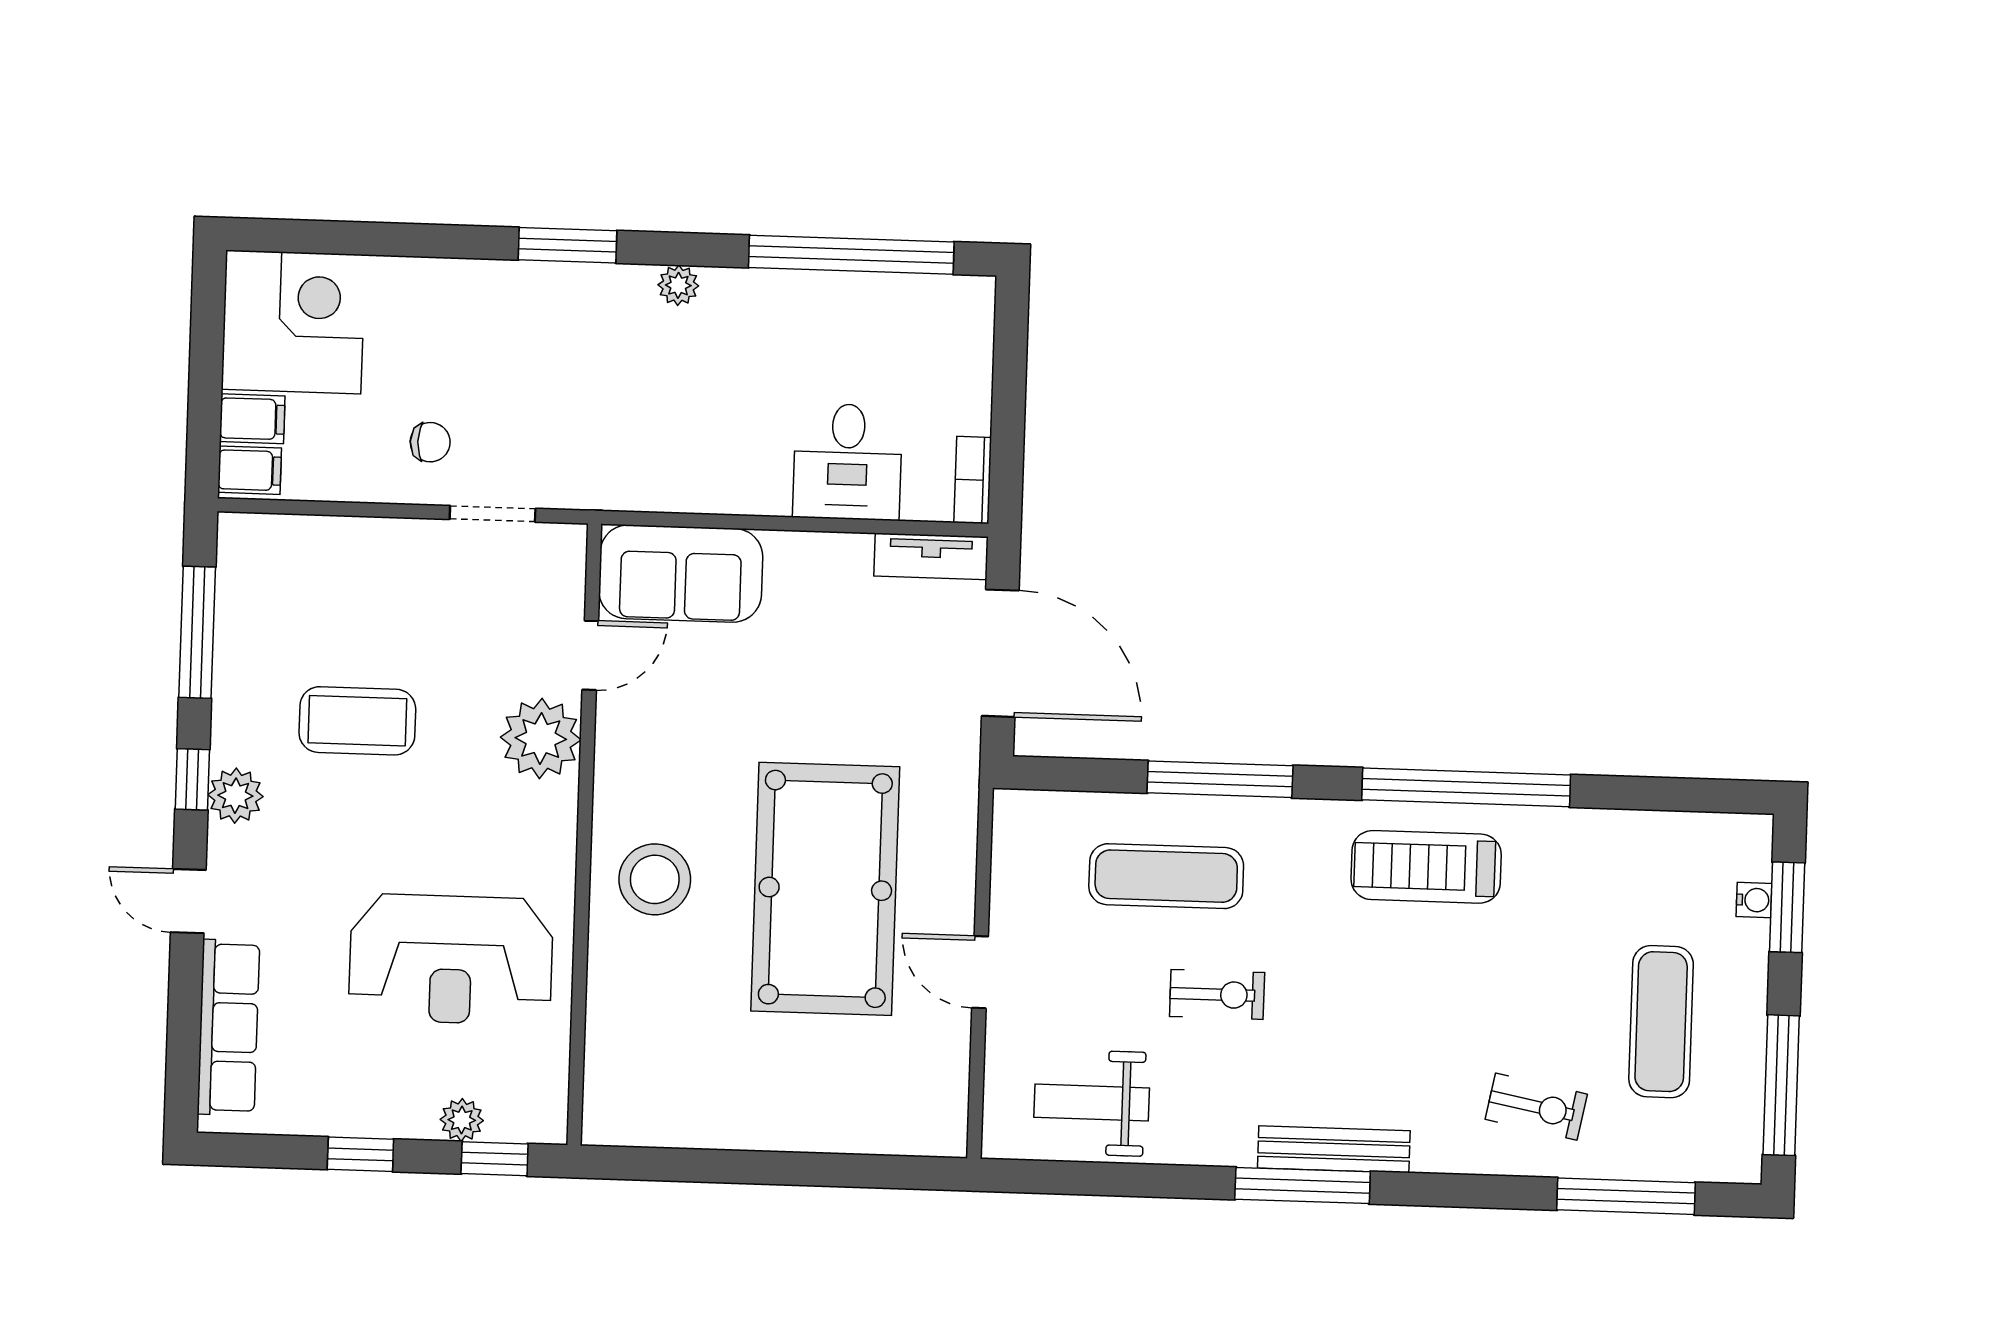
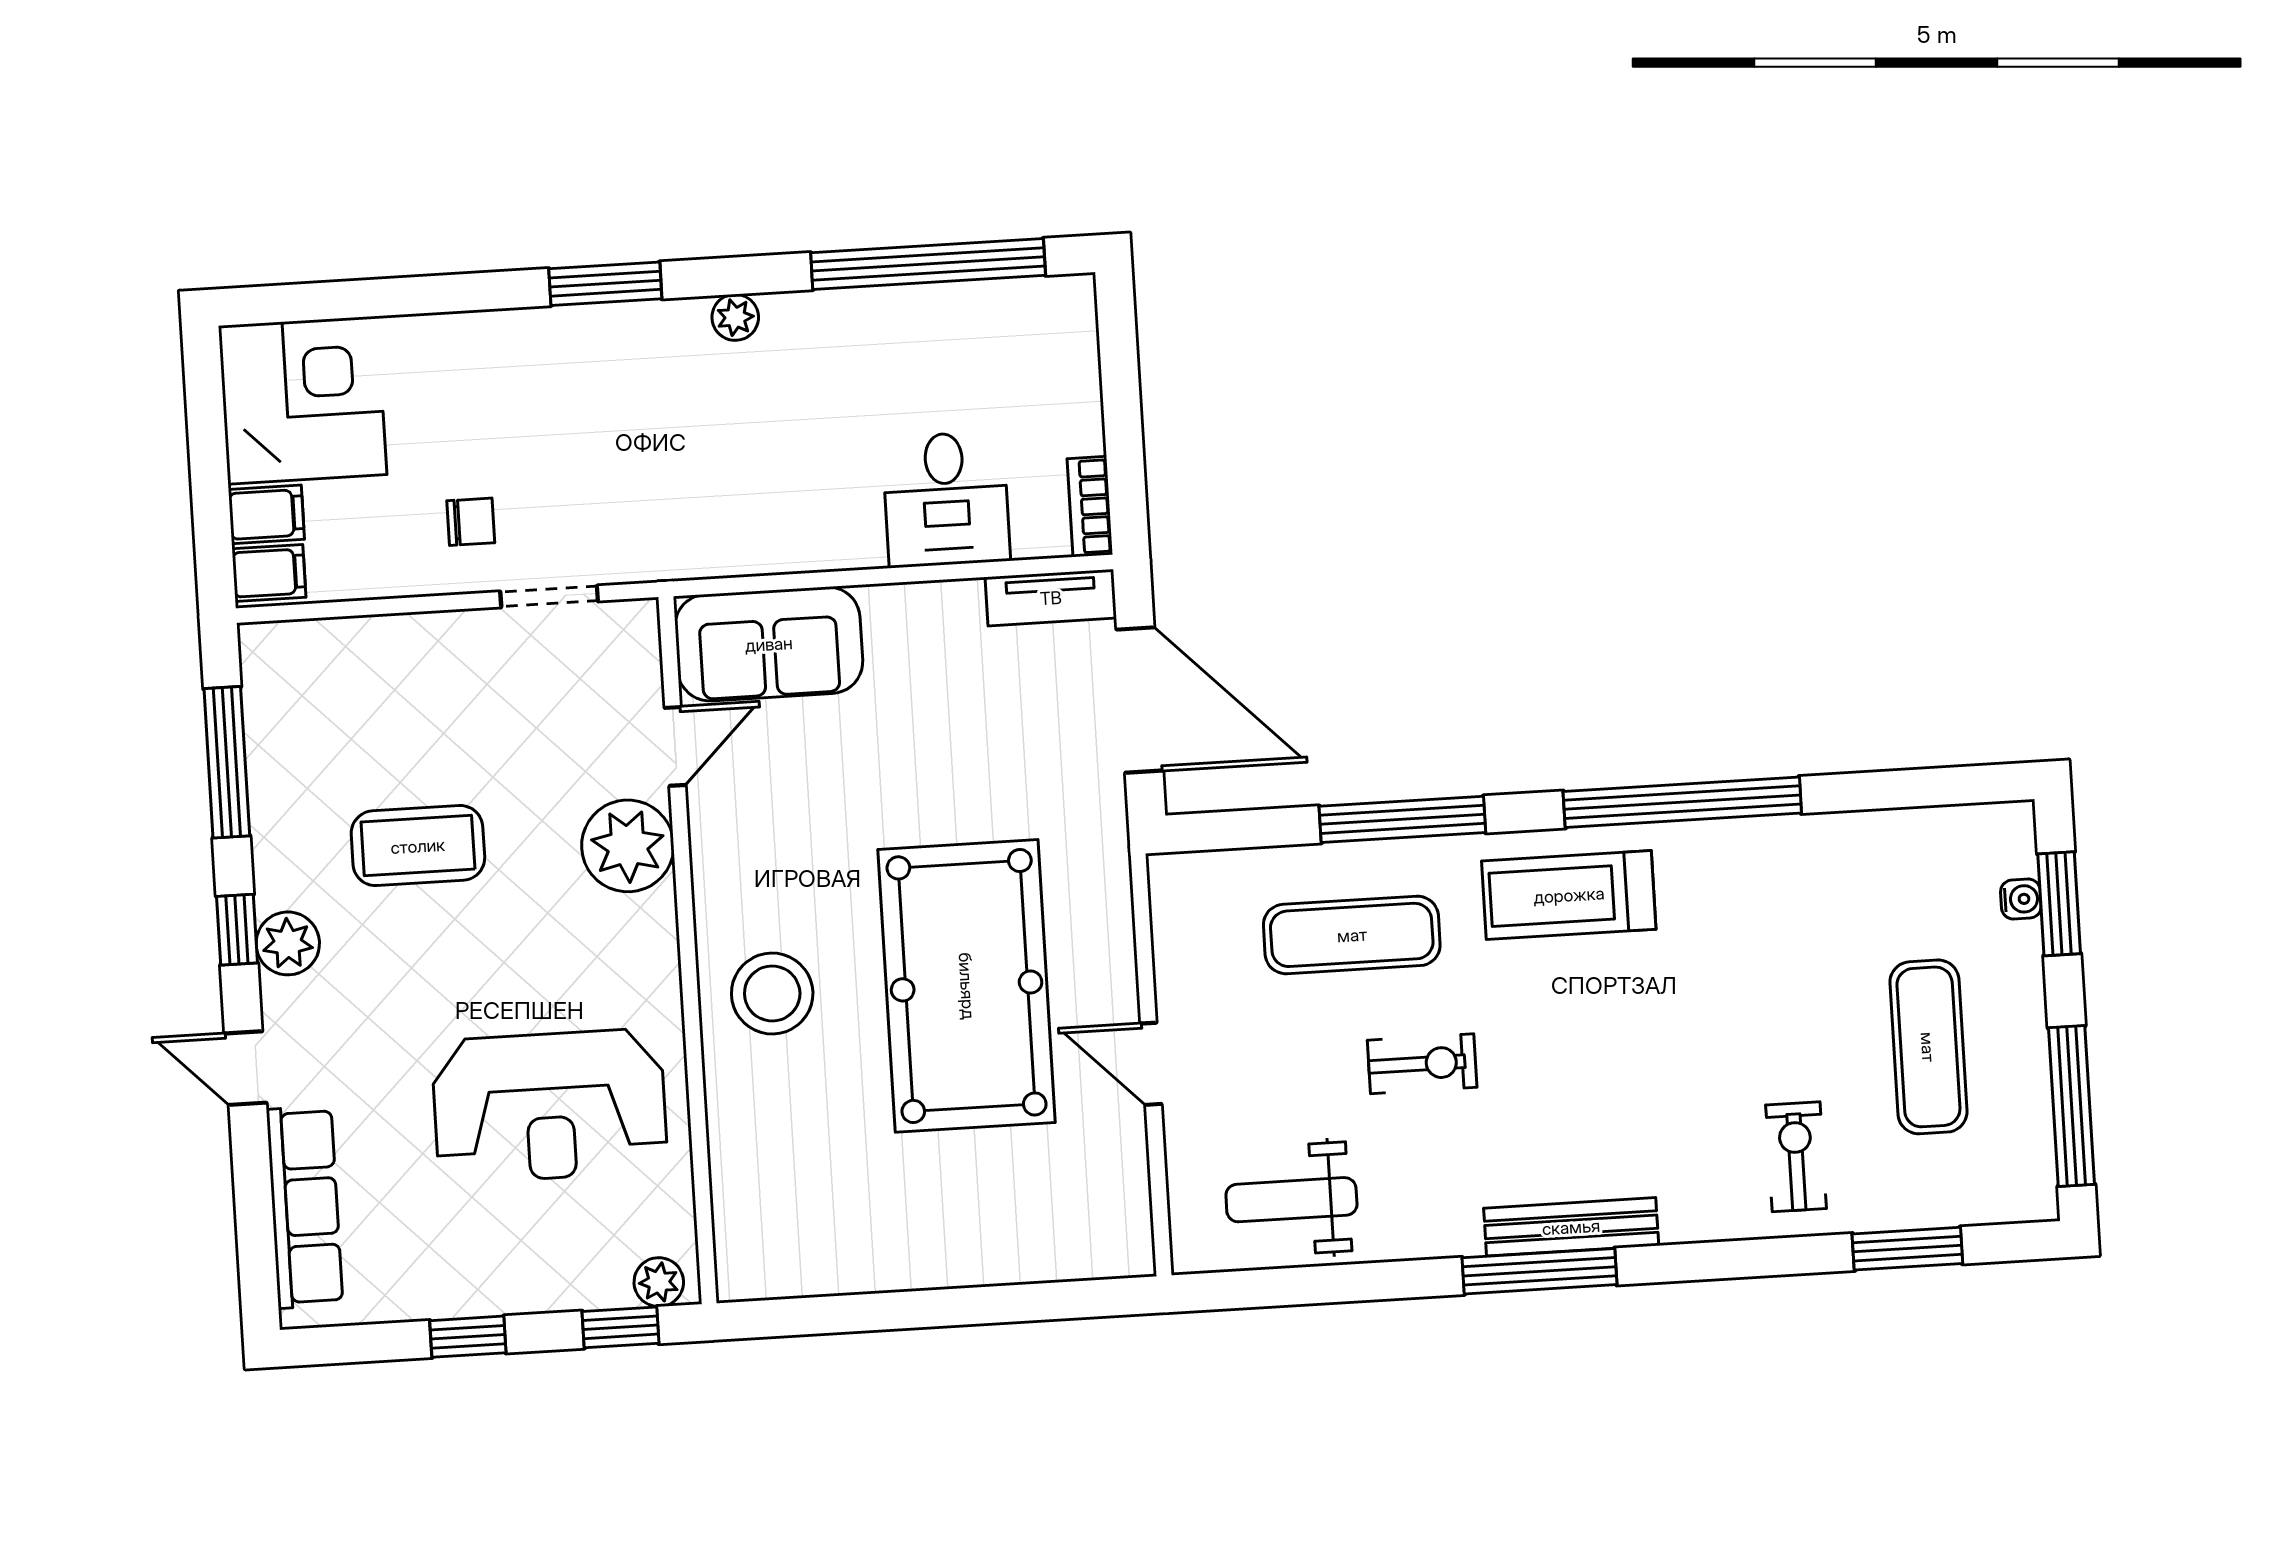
treadmill: (1426, 867) -> (1569, 895), moved
exercise bike: (1536, 1107) -> (1796, 1157), turned -101
plant: (462, 1120) -> (659, 1282), moved
window: (1626, 1196) -> (1907, 1249), width x0.69

